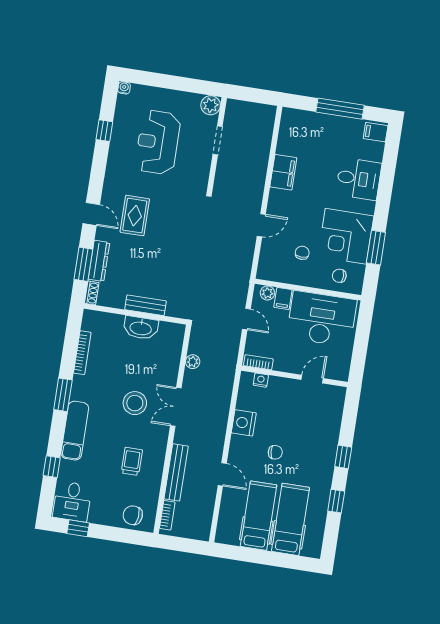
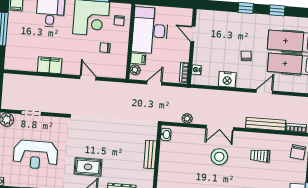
washbasin: (141, 328) -> (166, 134), moved, width x0.52, depth x0.69

